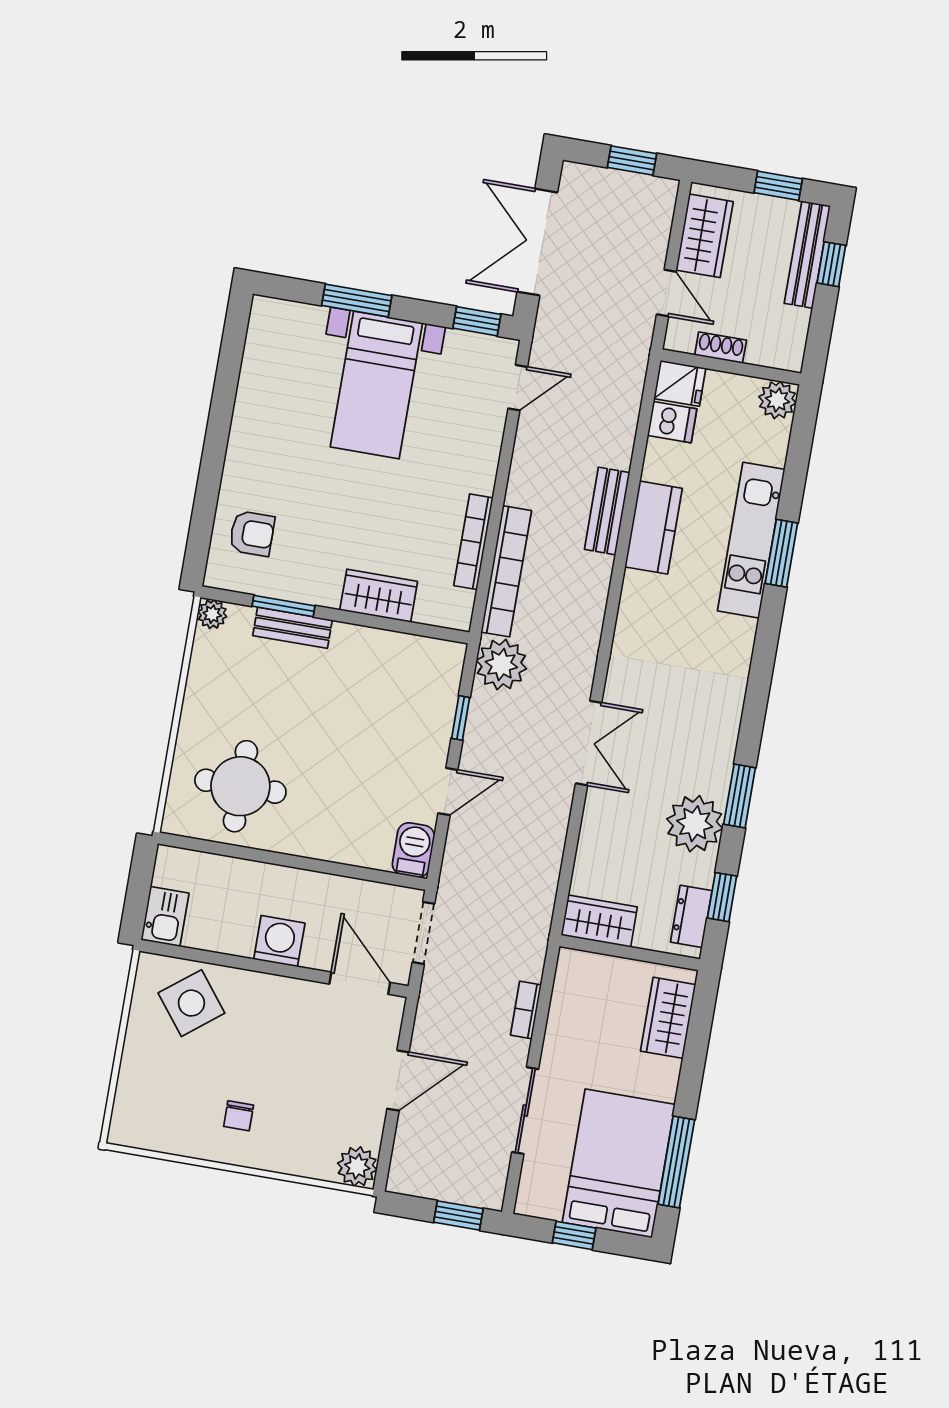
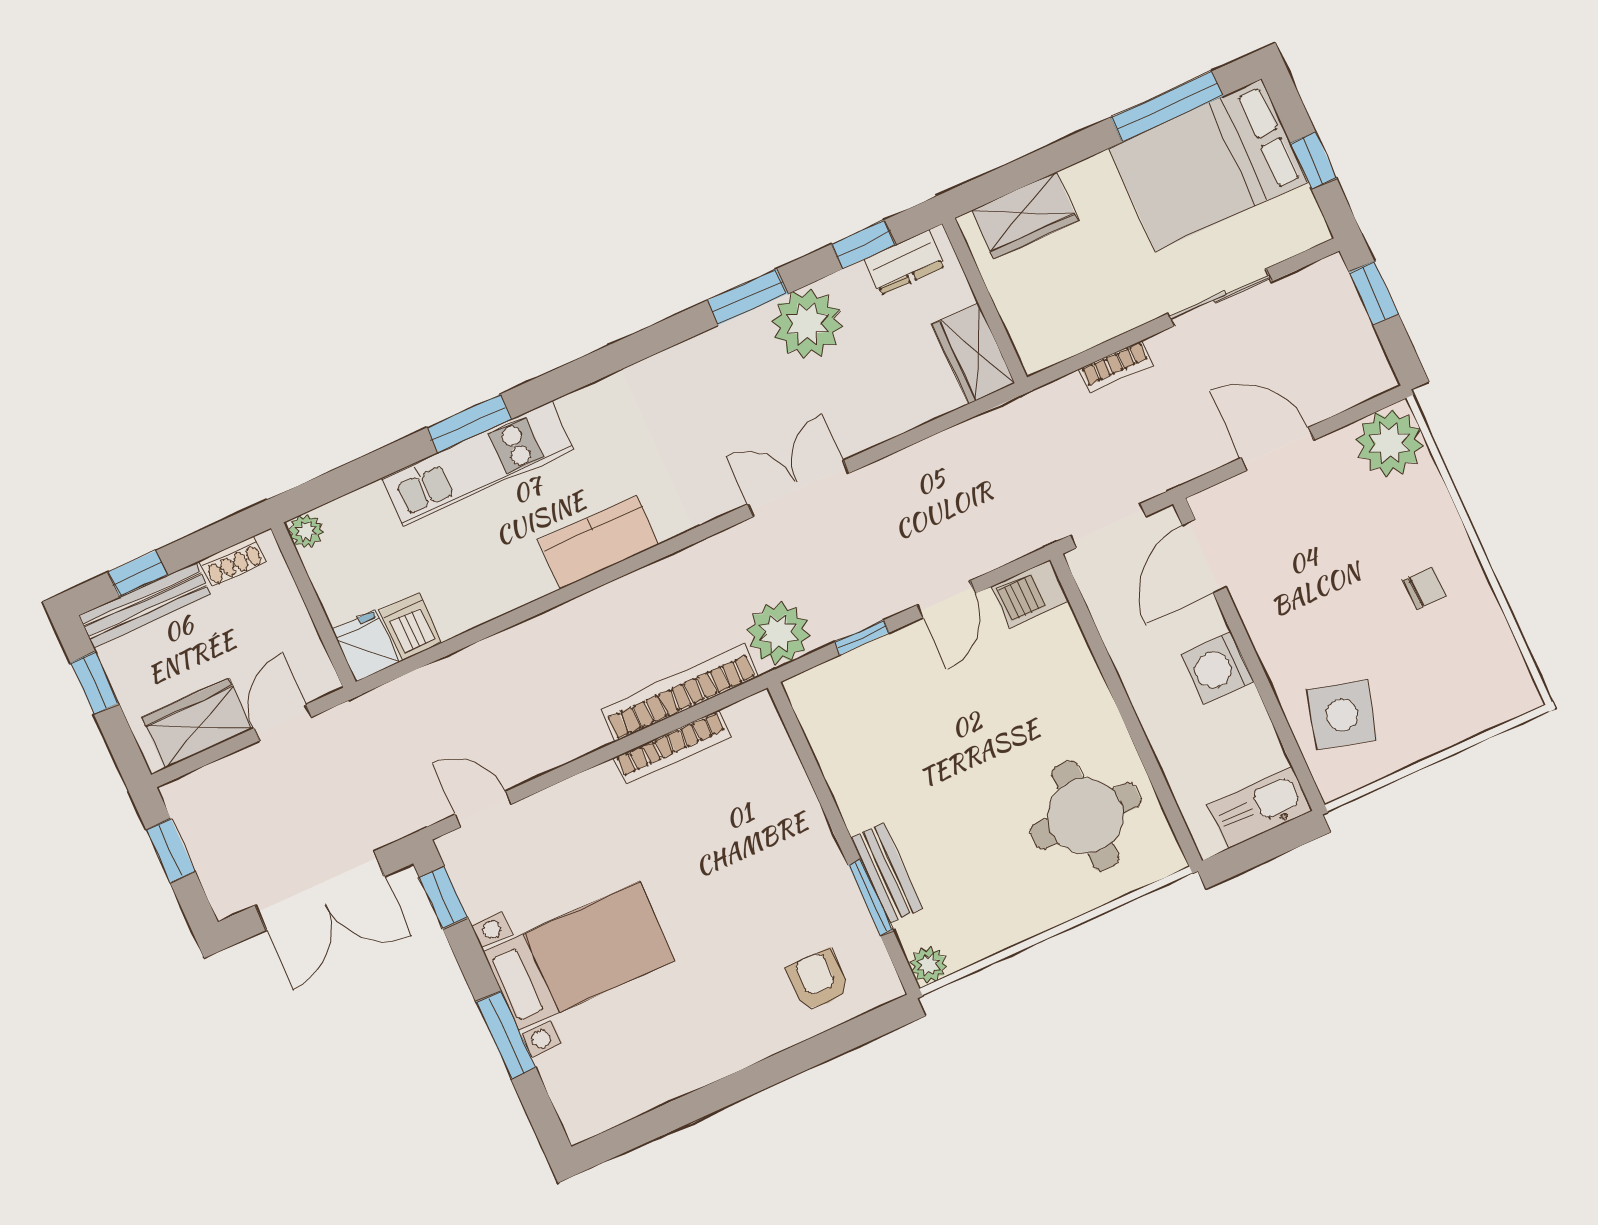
shoe rack: (721, 348) -> (233, 561), moved, turned -90
plant: (777, 400) -> (306, 531), width x0.73, depth x0.73
bench: (607, 511) -> (547, 632), removed
kitchen counter: (654, 528) -> (598, 542), moved
wardrobe: (379, 596) -> (794, 807), removed
door: (448, 792) -> (946, 599), swing flipped
kitchen sink: (165, 916) -> (1260, 808), width x1.38
side table: (191, 1003) -> (1342, 715), turned -37
plant: (357, 1166) -> (1390, 443), width x1.36, depth x1.36

